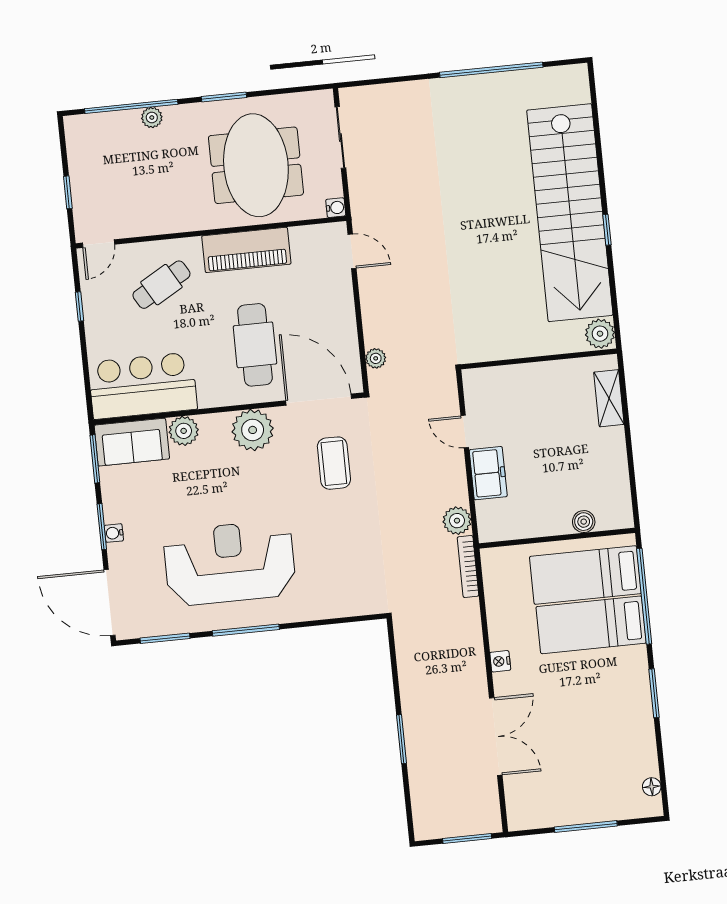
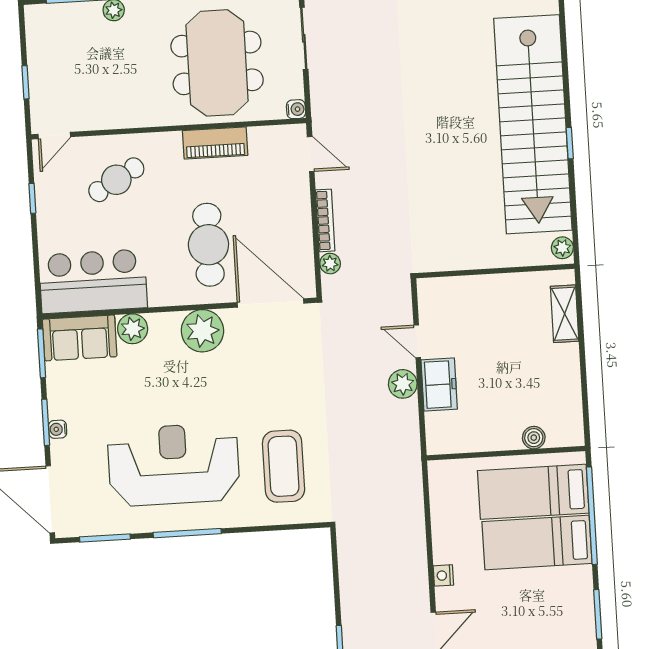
piano: (246, 250) -> (215, 143), width x0.73, depth x0.75
plant: (600, 334) -> (562, 248), width x0.73, depth x0.73
coffee table: (334, 463) -> (284, 466), moved, width x1.36, depth x1.32
plant: (457, 521) -> (403, 384), moved
bookcase: (468, 566) -> (325, 220), moved, turned 180

